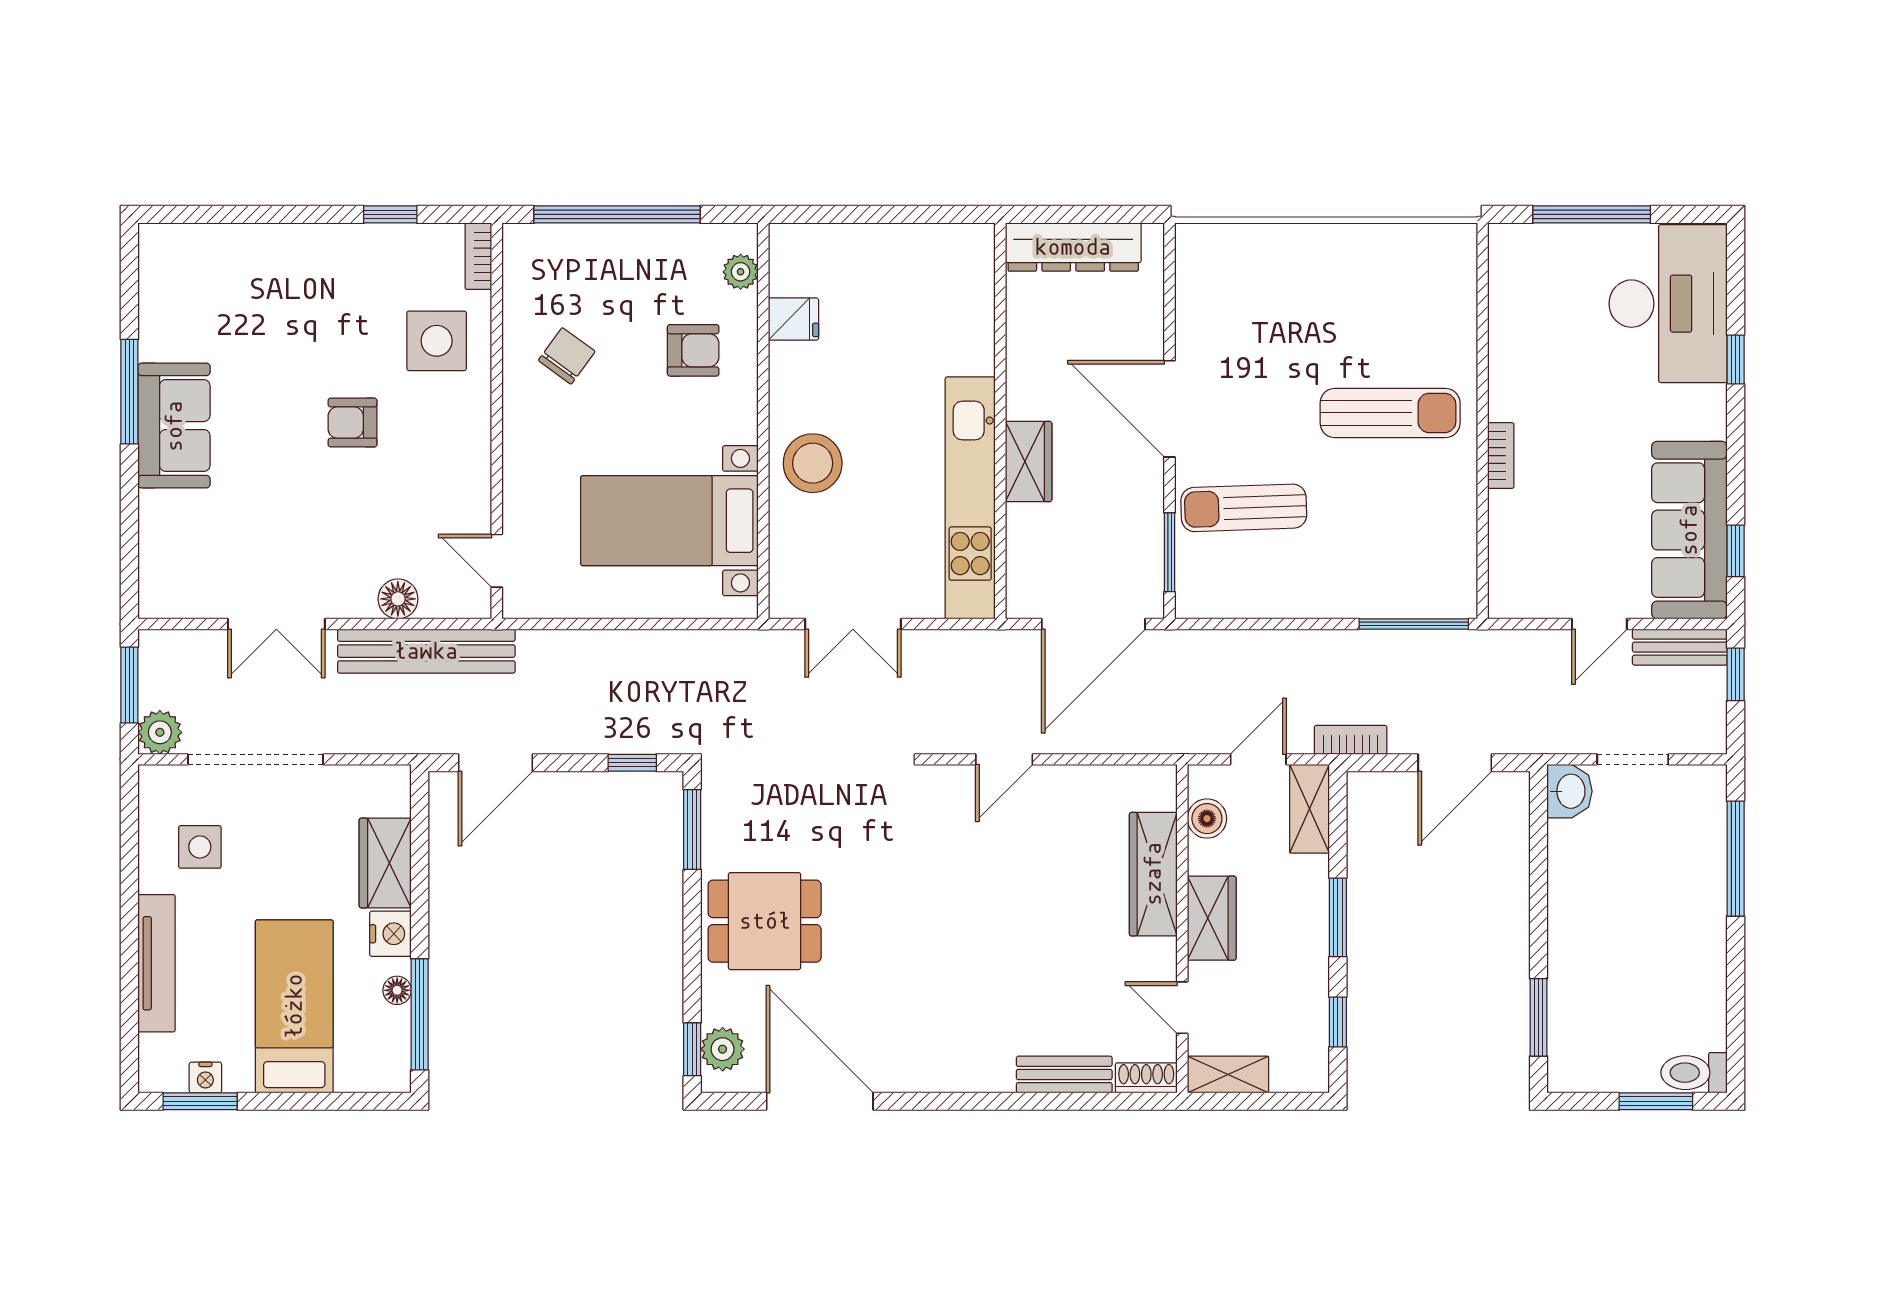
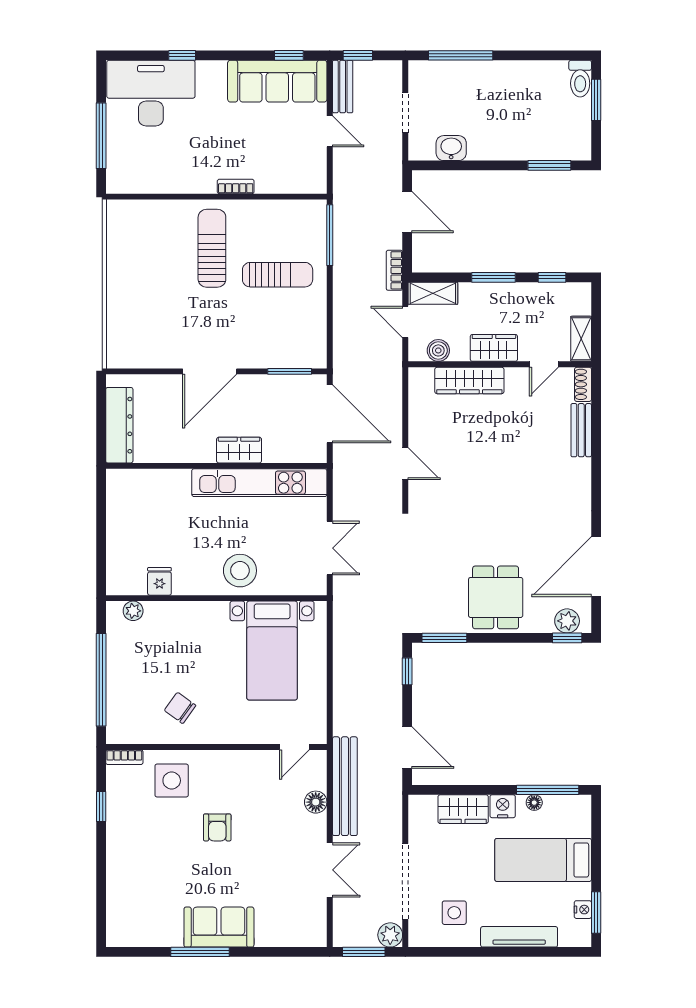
armchair: (693, 350) -> (177, 637), removed
sun lounger: (1244, 508) -> (278, 275), moved, turned -88
washbasin: (1570, 791) -> (451, 148), moved

